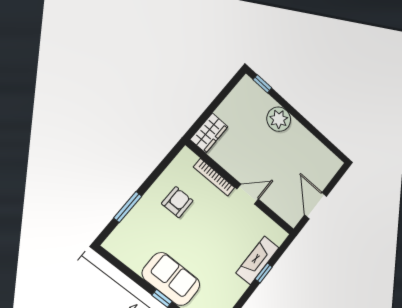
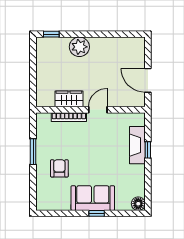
wardrobe: (209, 133) -> (69, 99), moved, turned -90
armchair: (177, 202) -> (59, 168), moved
window: (128, 207) -> (33, 152), moved

